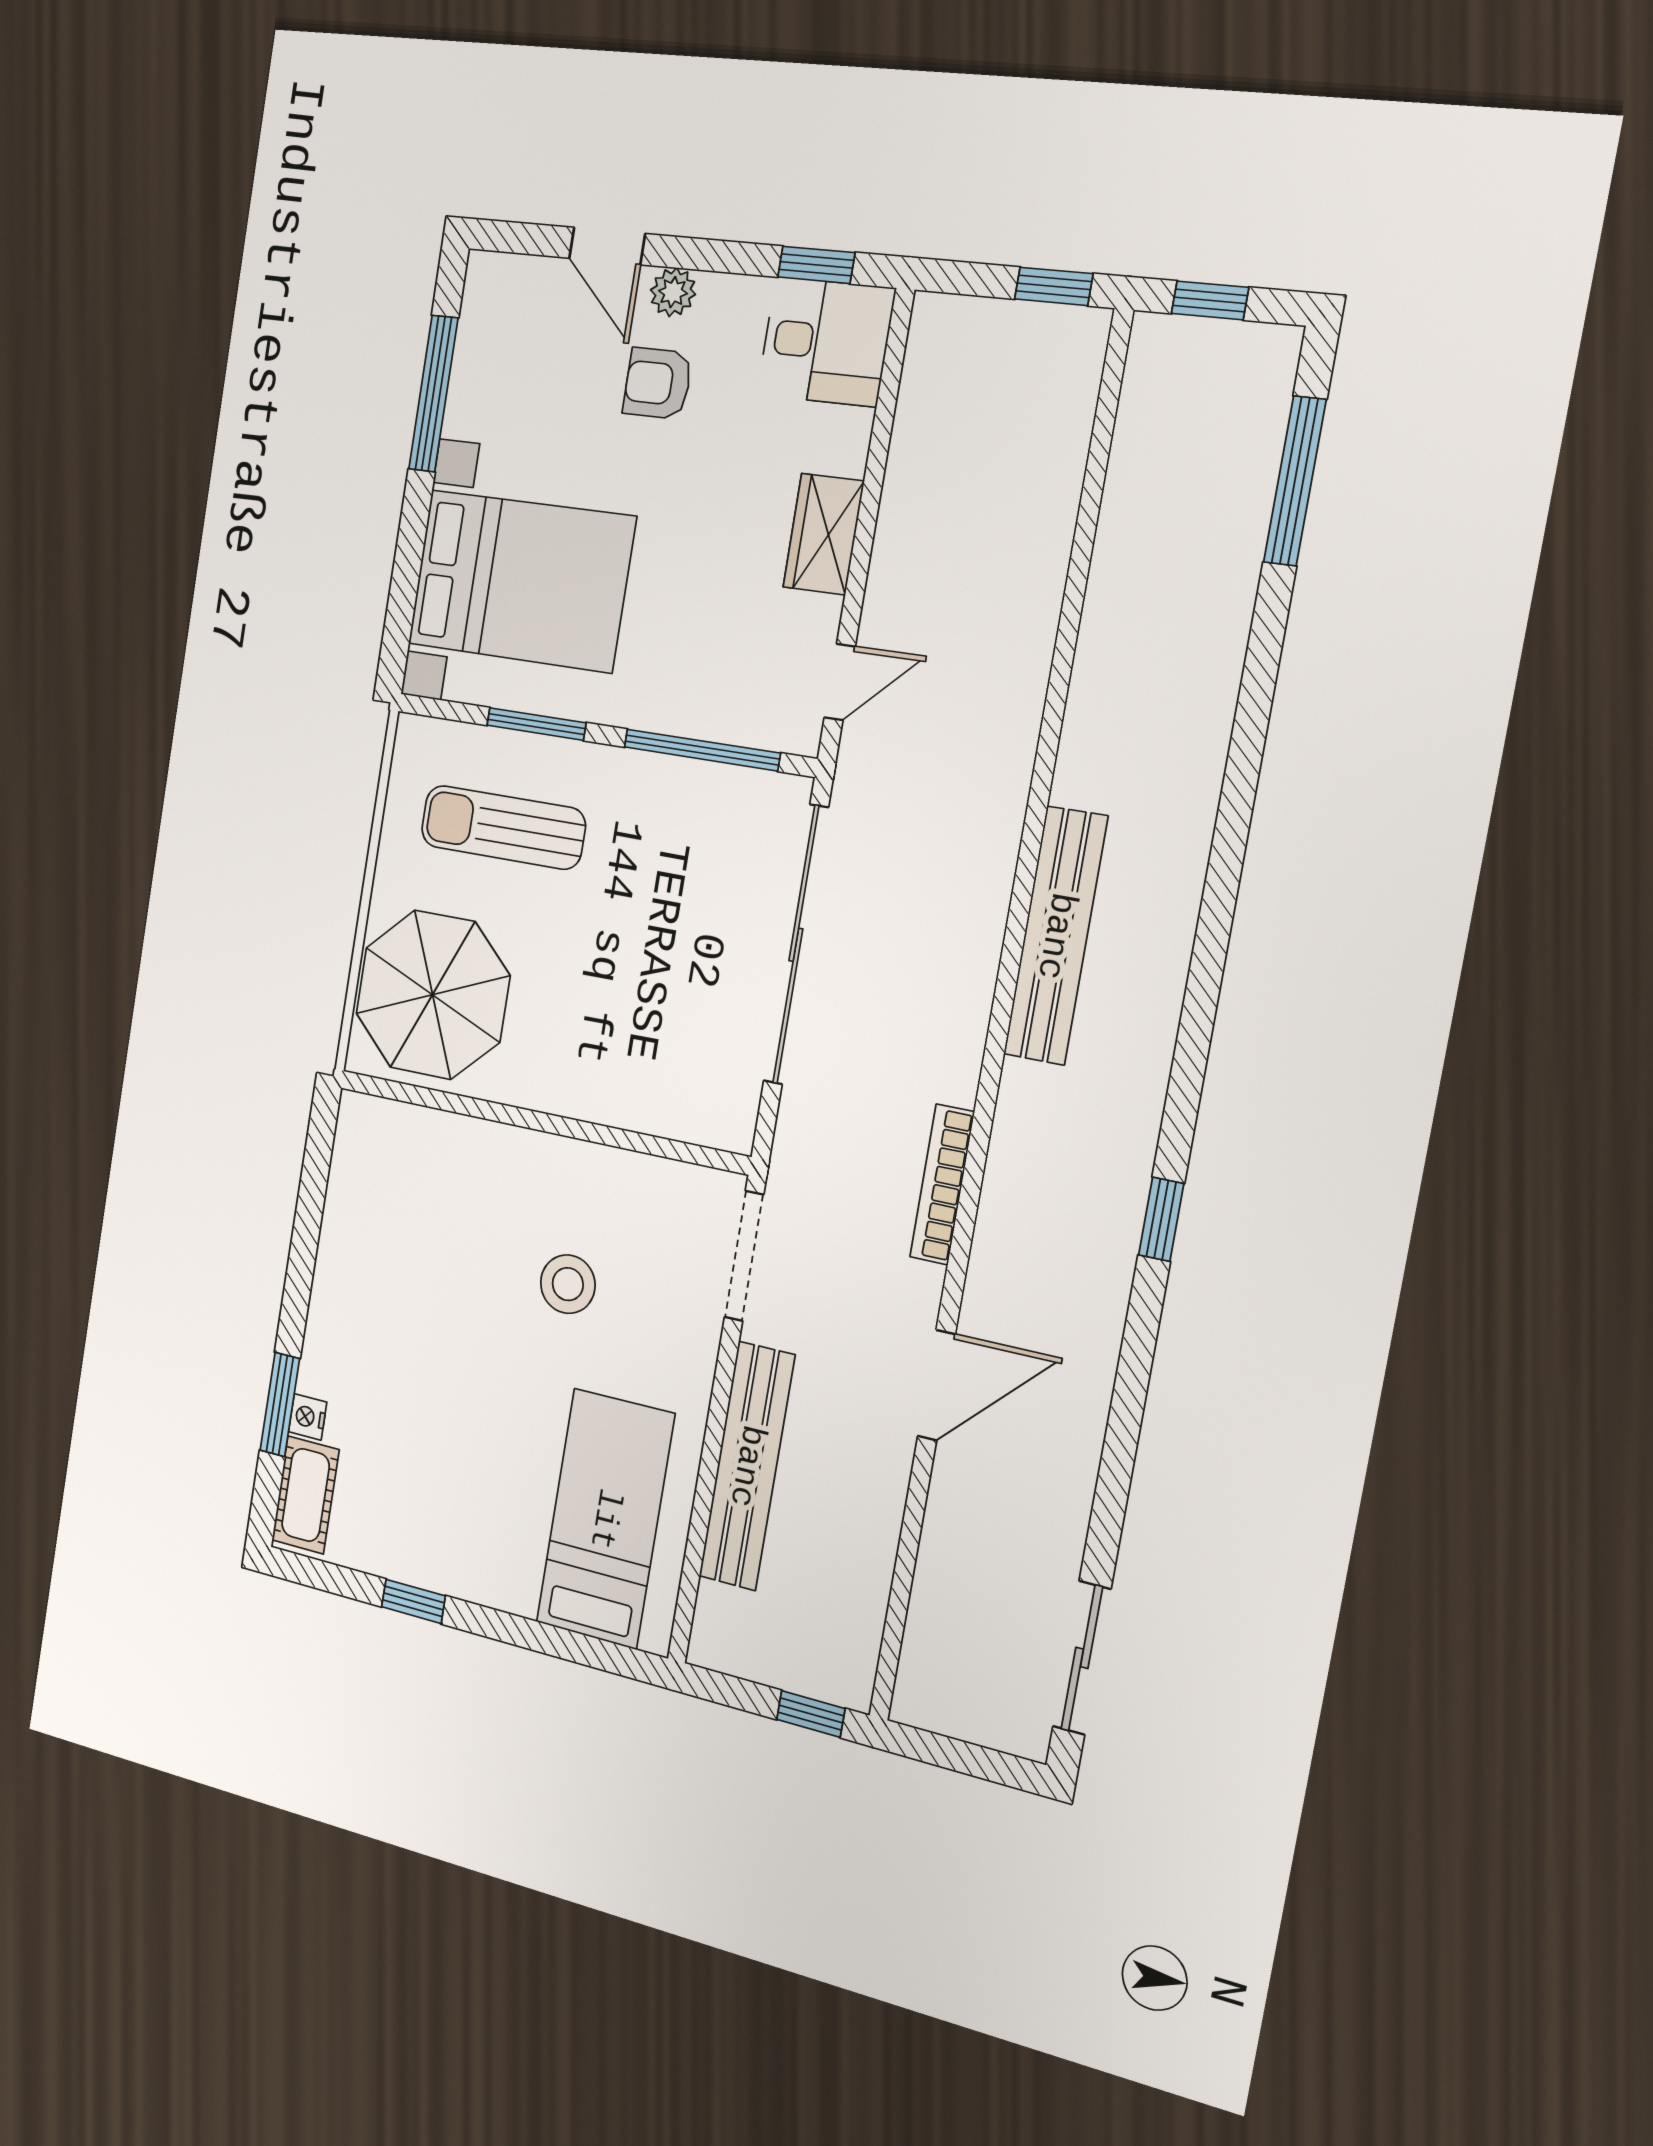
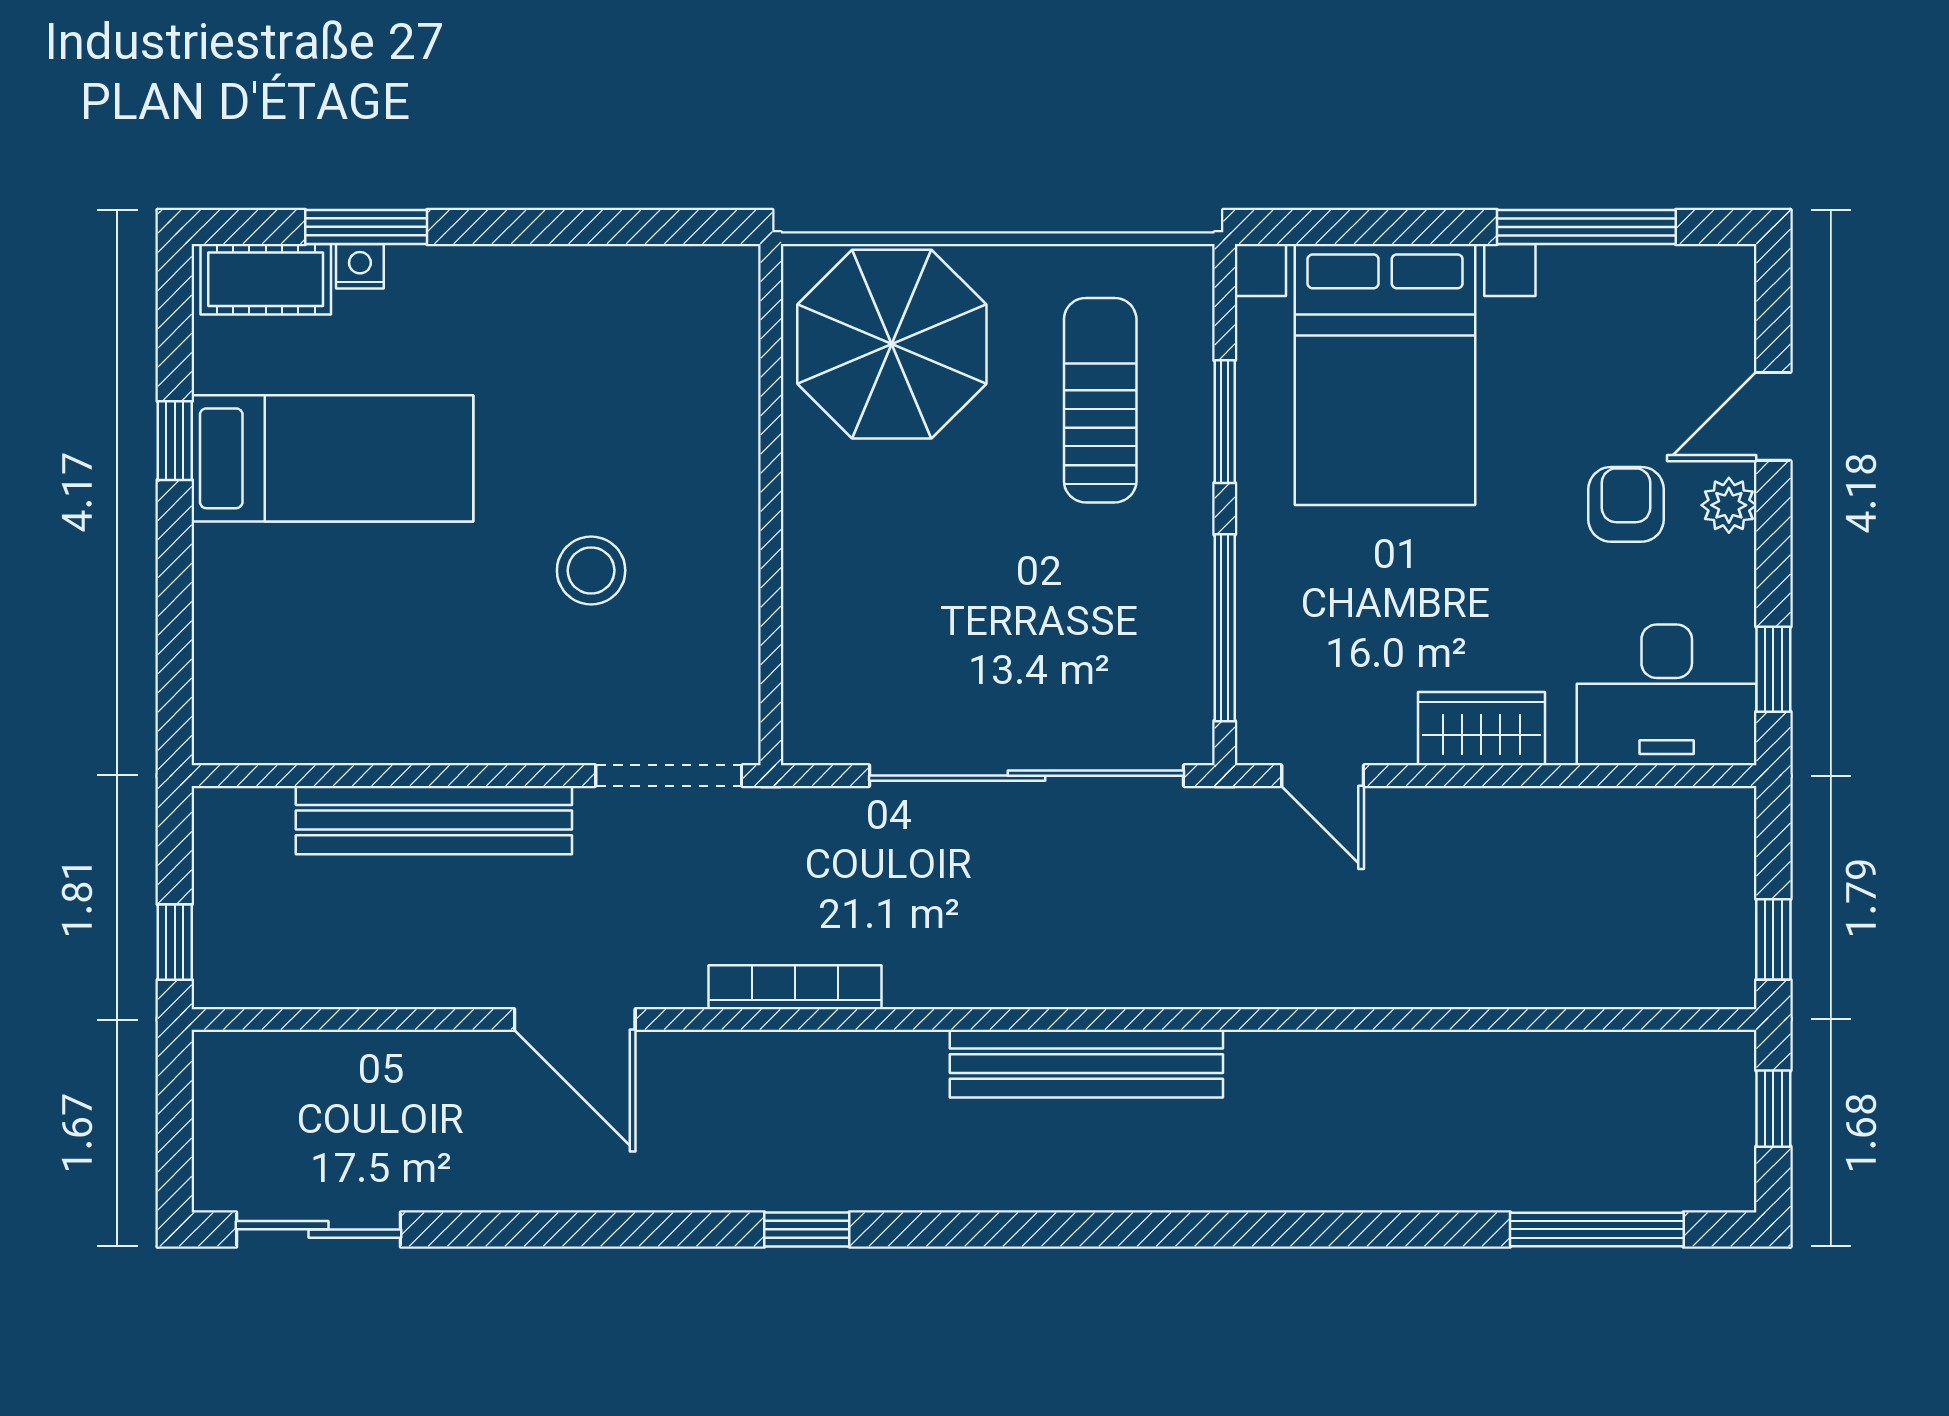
desk: (826, 342) -> (1667, 695), width x1.37
bed: (605, 1519) -> (332, 458), moved

